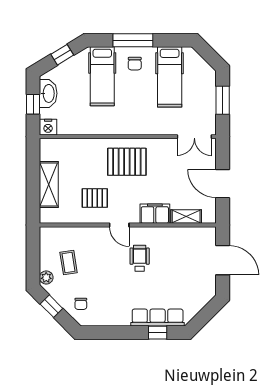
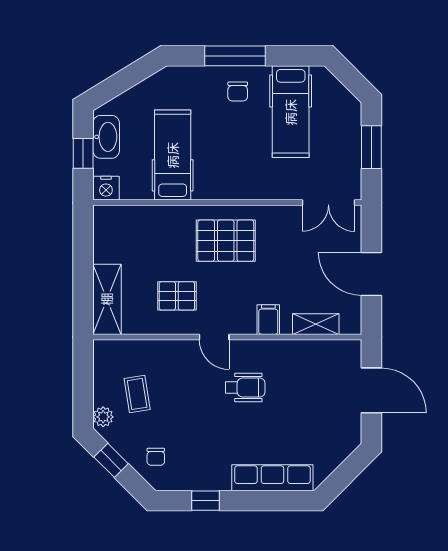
window: (62, 55) -> (127, 78), removed
hospital bed: (102, 76) -> (173, 155), moved, turned 180
shelving: (49, 184) -> (107, 299), moved
filing cabinet: (155, 214) -> (268, 320), width x0.50
wheelchair: (140, 258) -> (245, 387), turned 90
window: (158, 333) -> (206, 501), moved

